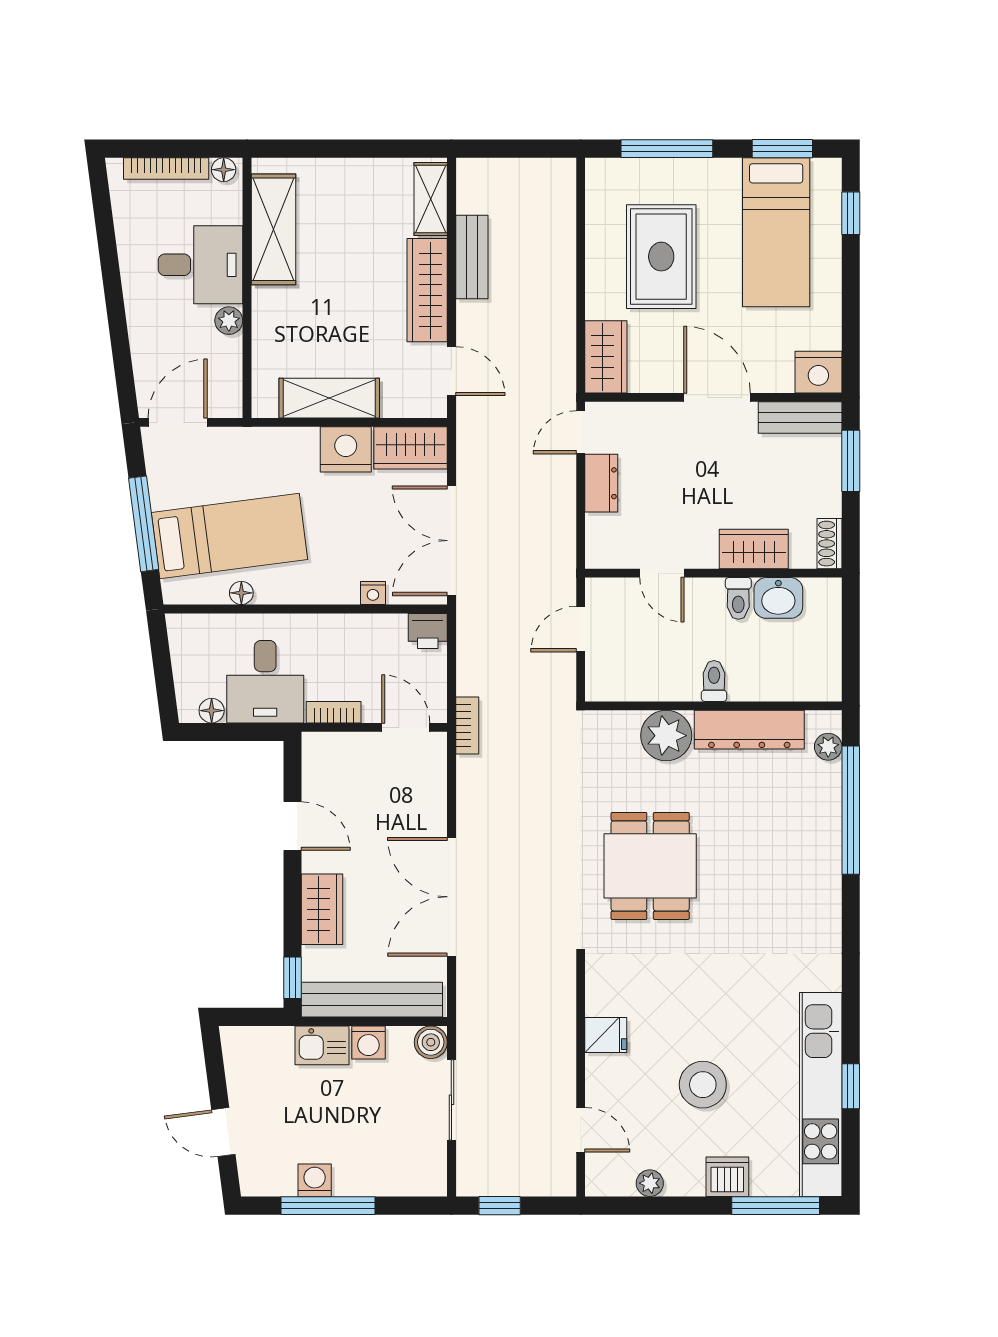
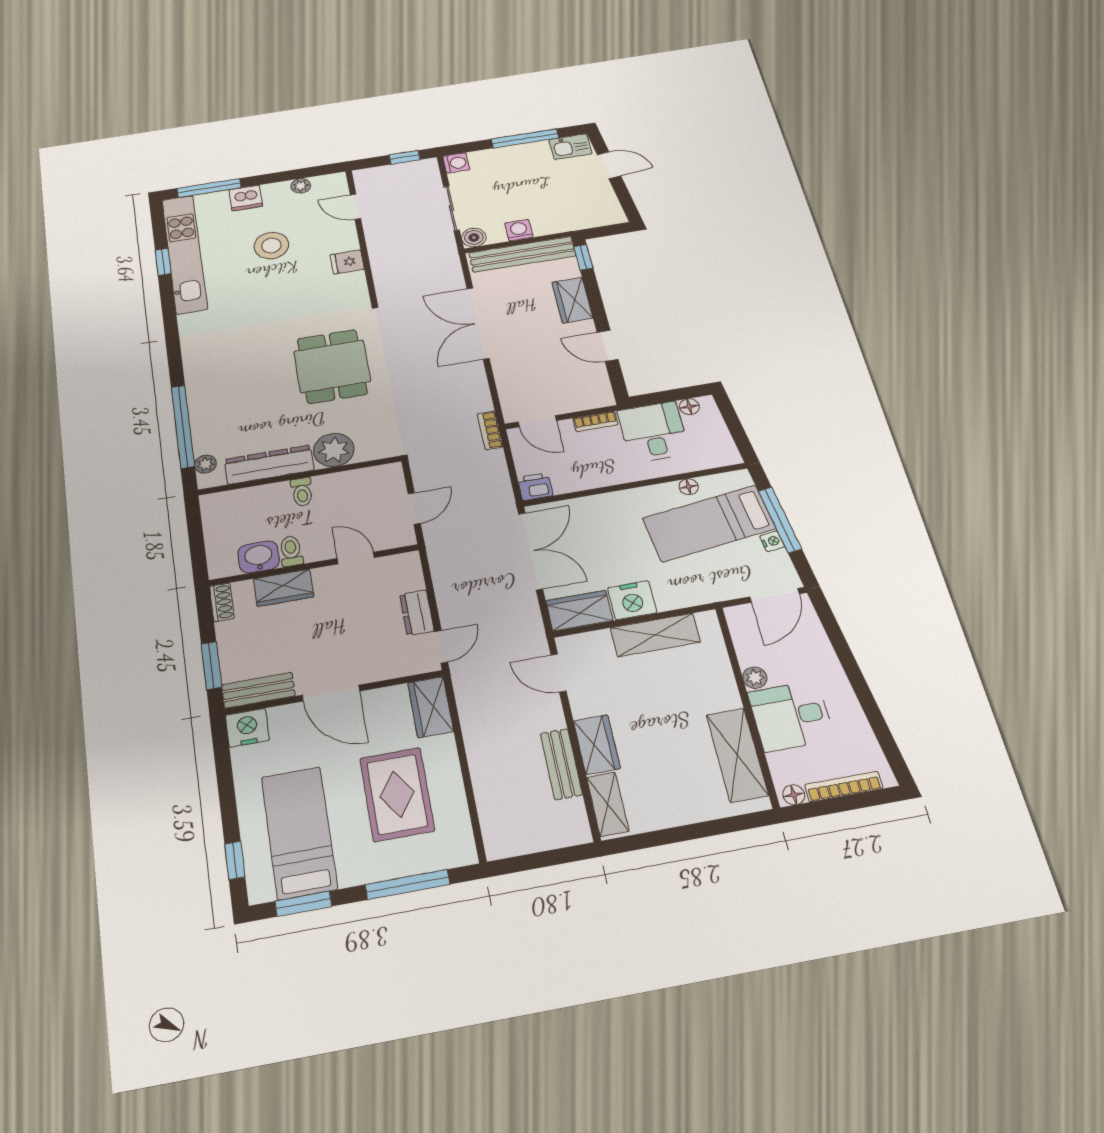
wardrobe: (427, 290) -> (597, 745), width x0.67
nightstand: (373, 593) -> (772, 541), moved, turned 83
double door: (451, 897) -> (478, 323), swing flipped
kitchen sink: (322, 1045) -> (571, 147), moved, turned 180
washing machine: (315, 1180) -> (456, 163), moved, turned -90

